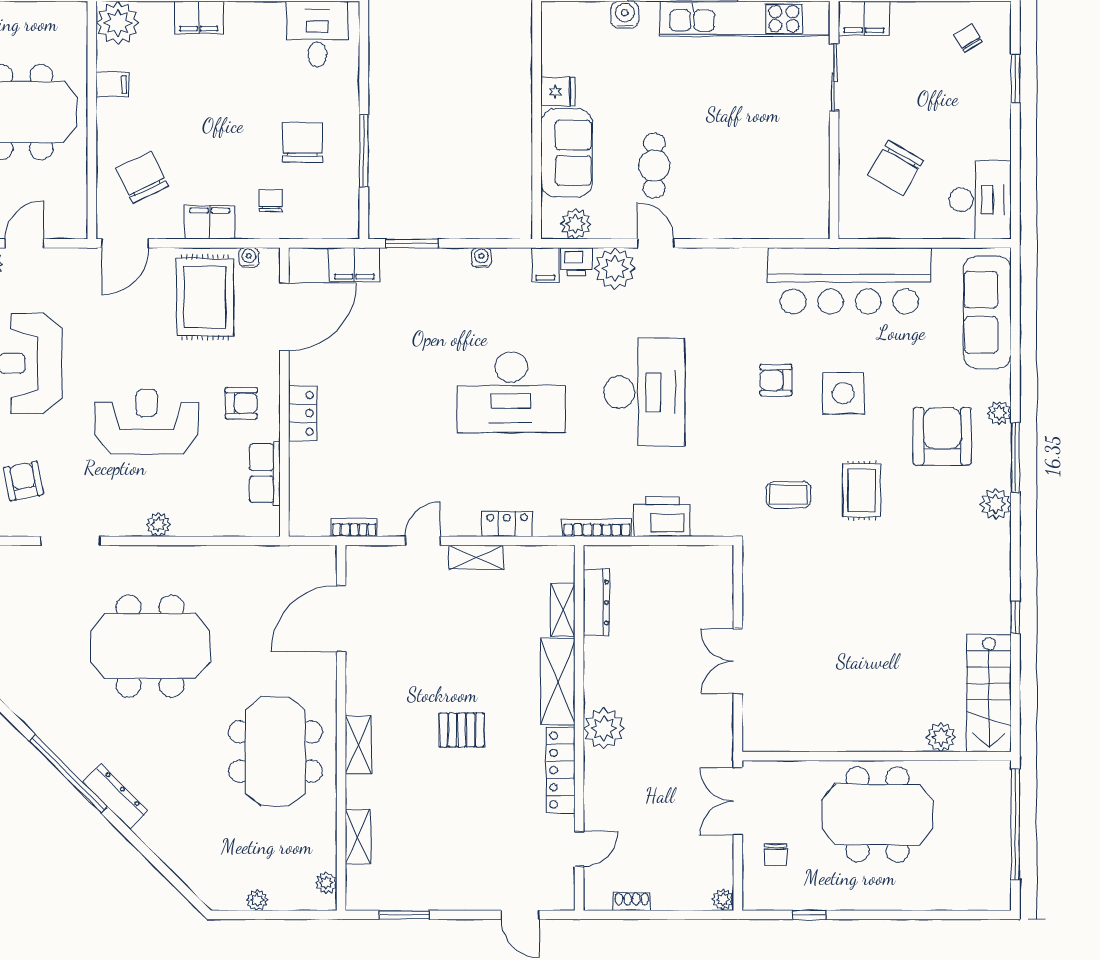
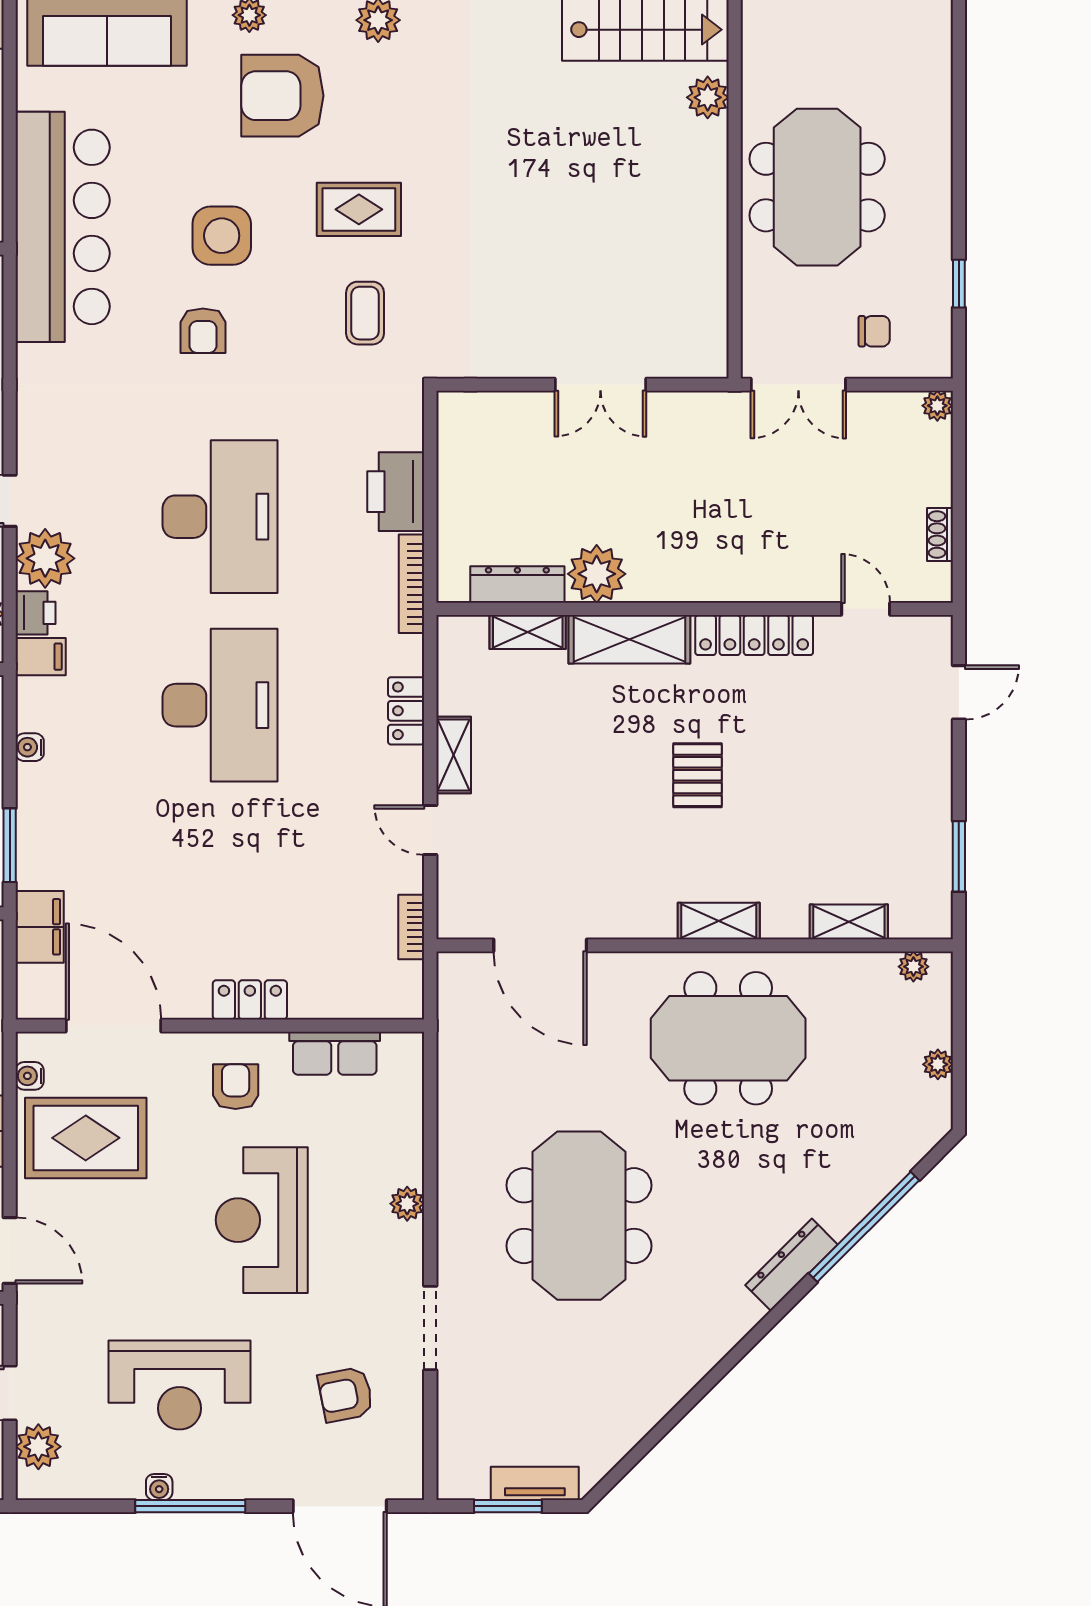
desk: (644, 392) -> (220, 517), turned 90
plant: (604, 729) -> (597, 574), moved
window: (68, 774) -> (864, 1227), moved

